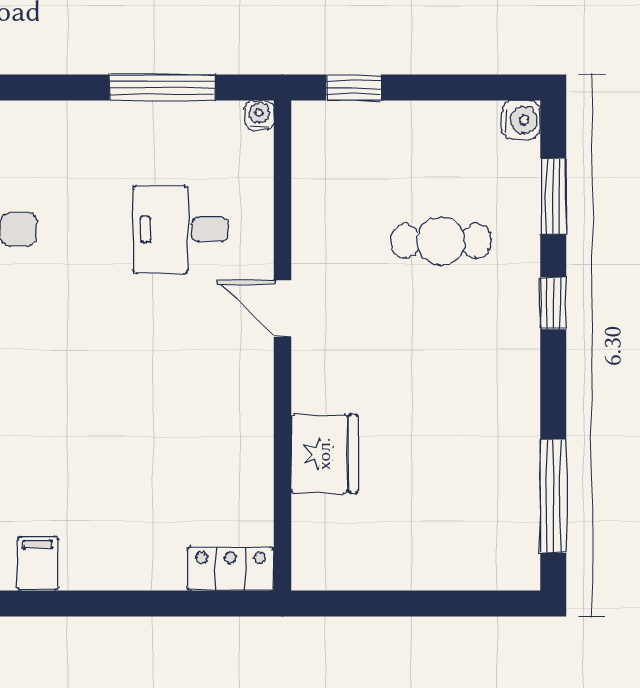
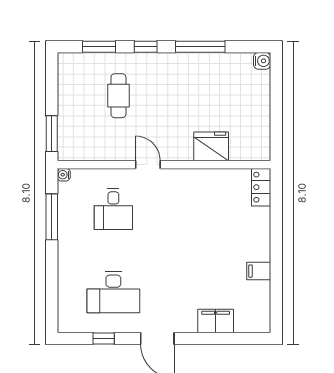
window: (353, 88) -> (52, 134), width x1.50
water cooler: (521, 120) -> (262, 61), moved, turned 90
door: (282, 309) -> (148, 165), swing flipped
window: (553, 496) -> (200, 47), moved

